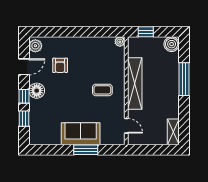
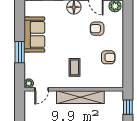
plant: (120, 42) -> (29, 83), moved
armchair: (91, 53) -> (108, 57), added
sofa: (81, 134) -> (34, 34), moved

